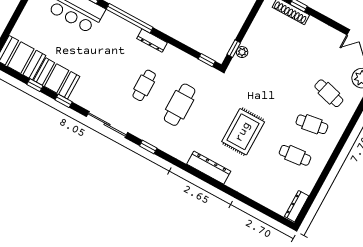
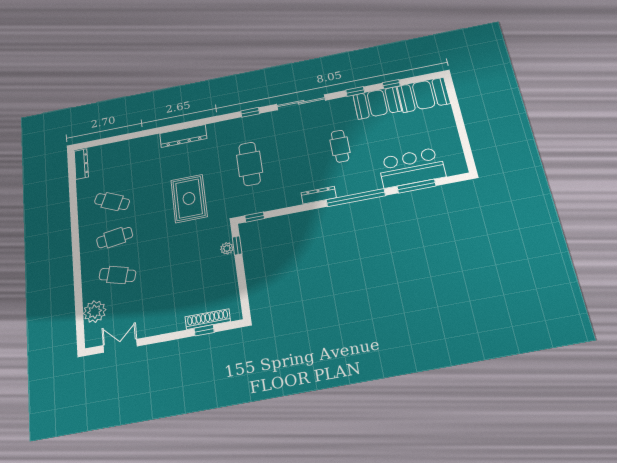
cafe table: (144, 85) -> (340, 146), moved
rug: (243, 132) -> (189, 198), moved
cafe table: (295, 155) -> (112, 202), turned 30

